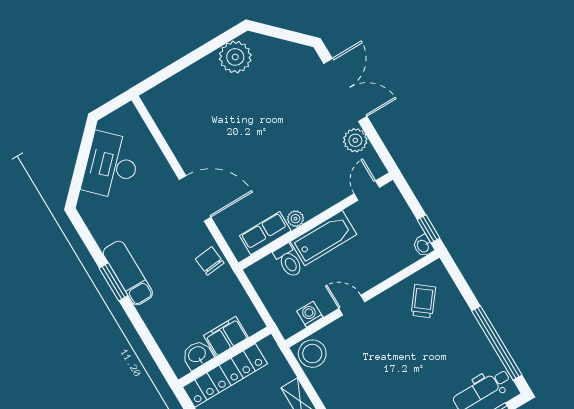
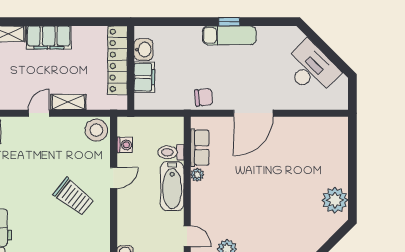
window: (113, 282) -> (229, 22), width x0.67
trolley: (423, 301) -> (73, 197), moved, width x1.36, depth x1.39

